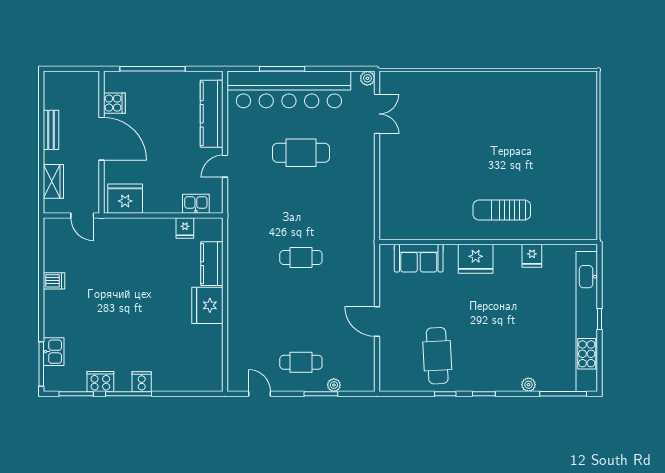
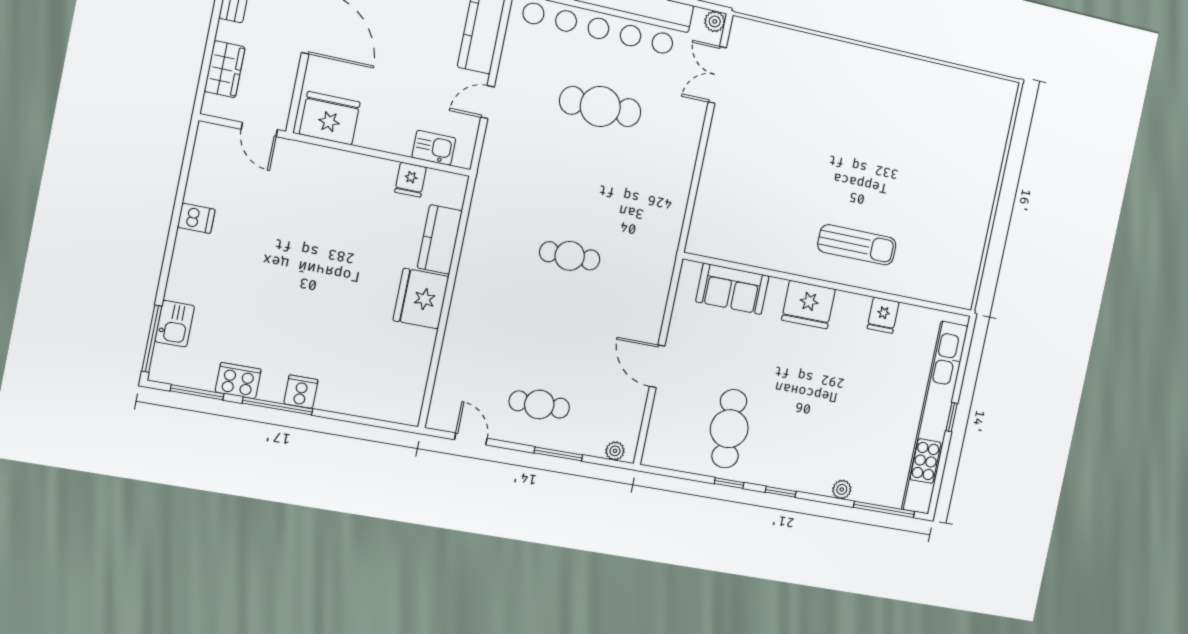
double door: (377, 114) -> (717, 75), swing flipped
sun lounger: (502, 210) -> (857, 245), turned 180
plant: (334, 385) -> (615, 451), moved

